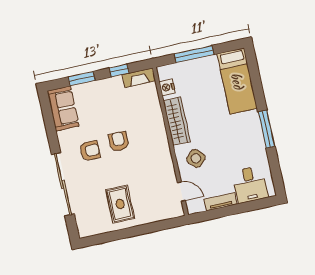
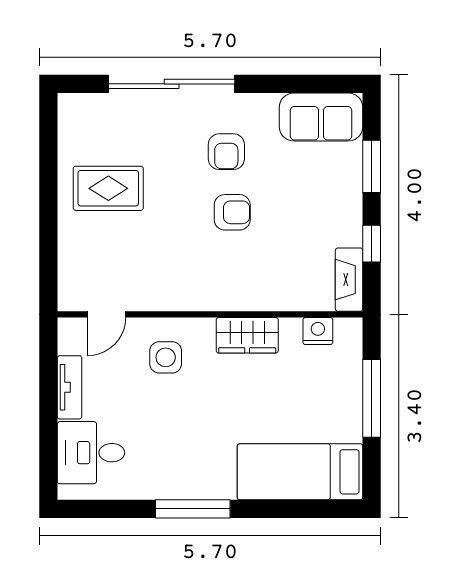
wardrobe: (177, 121) -> (247, 335), width x0.67
side table: (196, 158) -> (166, 357), turned 45

